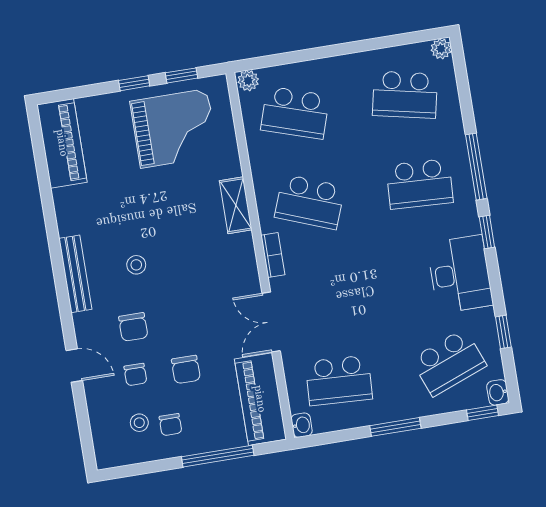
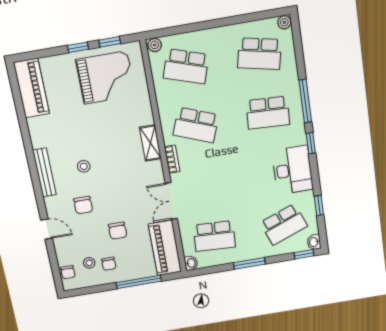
shelving: (236, 205) -> (150, 143), moved
chair: (135, 375) -> (68, 272), moved

